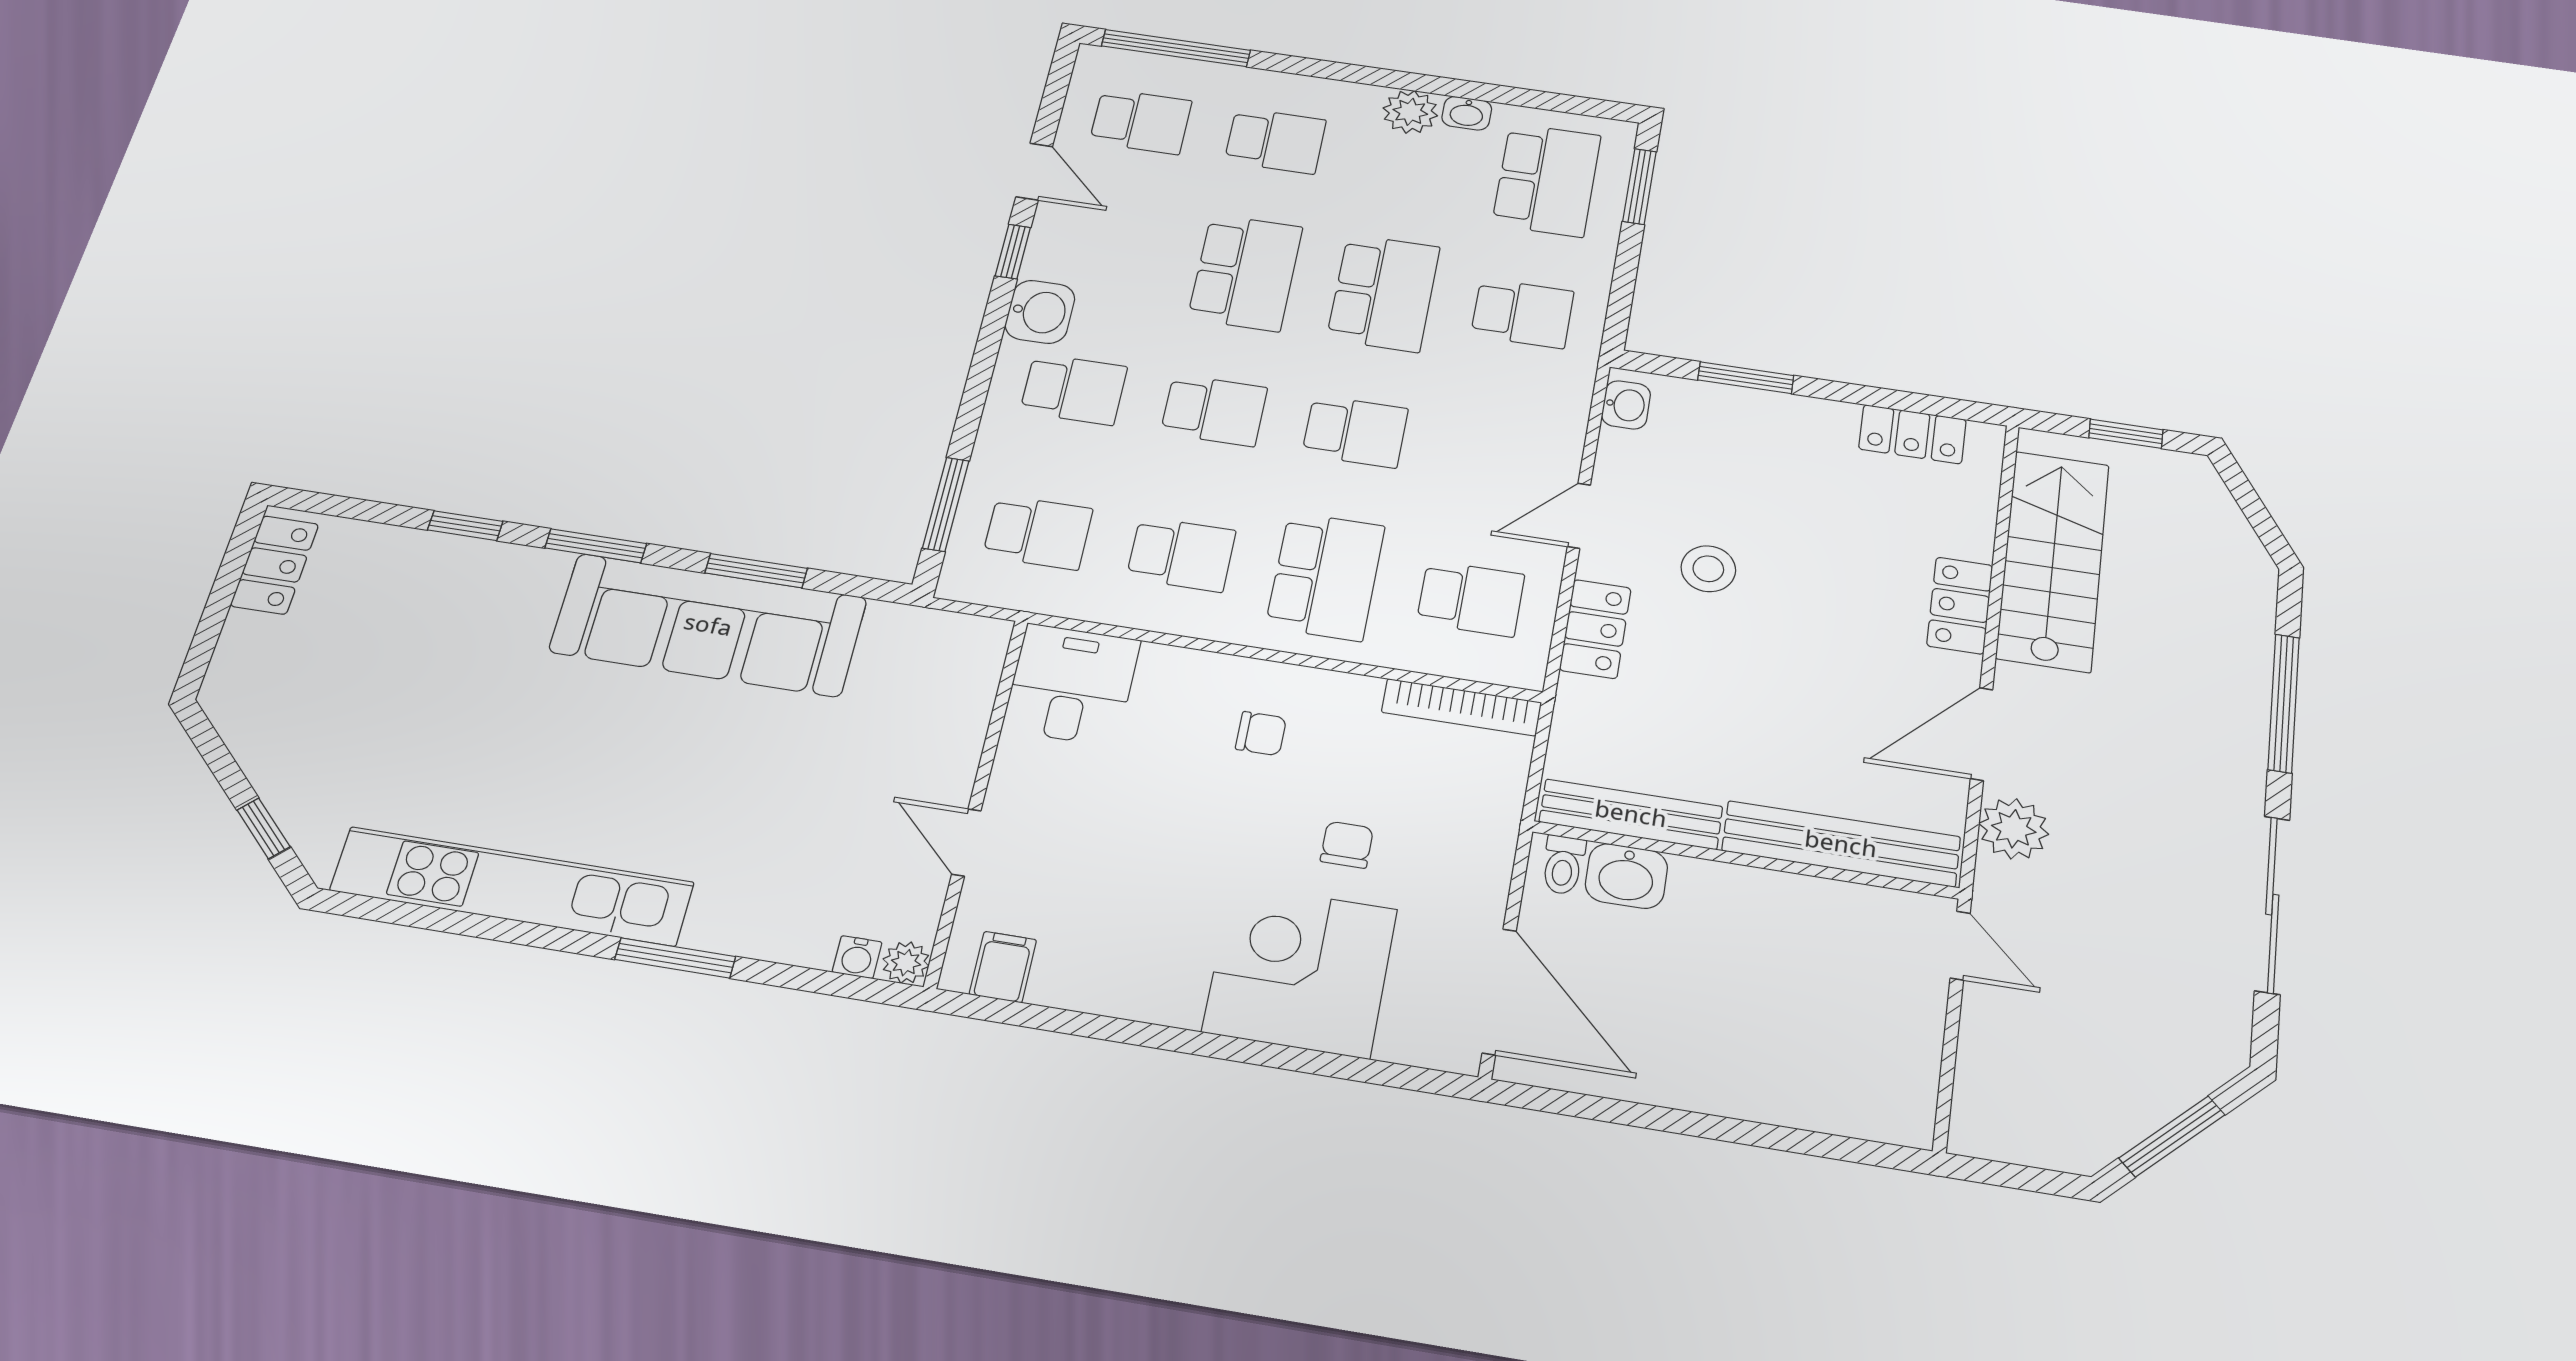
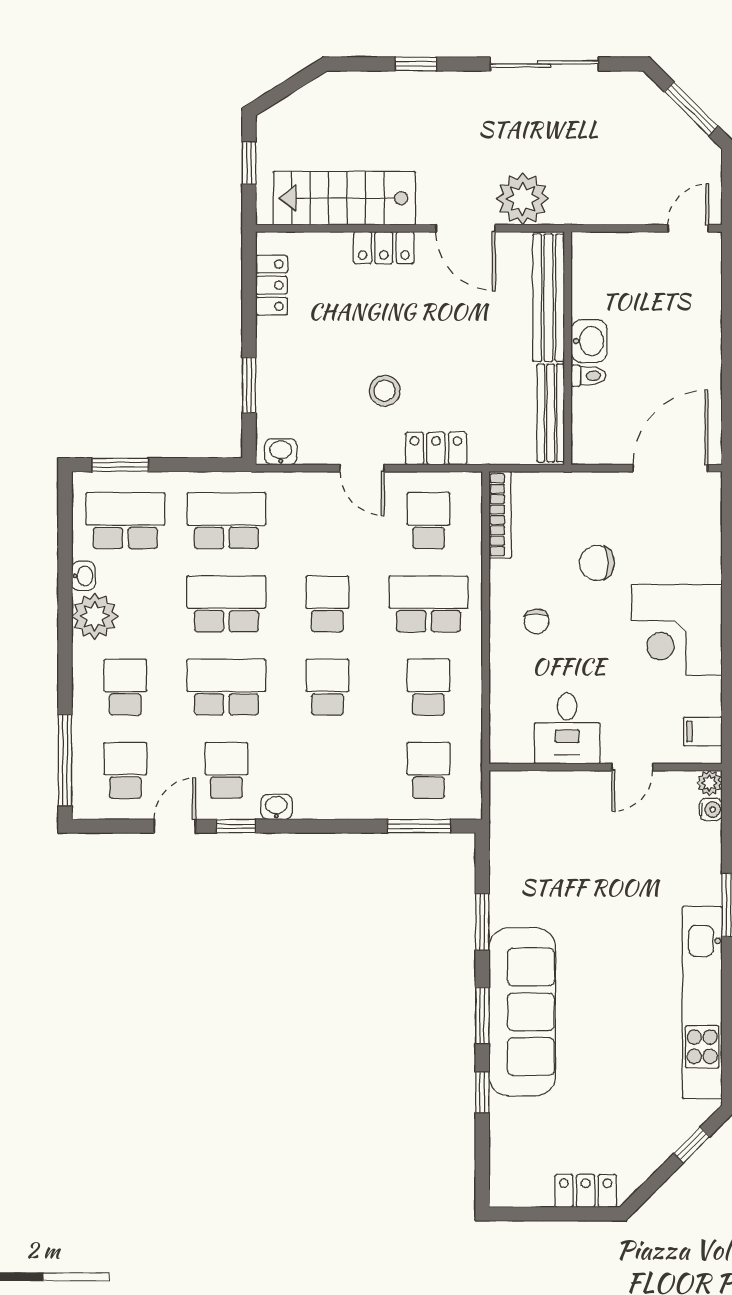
plant: (1410, 112) -> (95, 616), width x1.36, depth x1.36
washbasin: (1040, 312) -> (276, 807), width x0.72, depth x0.69
school desk: (1522, 313) -> (226, 521), width x1.85
school desk: (1074, 389) -> (226, 770), moved
locker: (275, 565) -> (586, 1191), moved
sofa: (708, 625) -> (522, 1012), moved
desk: (1071, 685) -> (567, 728), moved, turned -90
window: (2284, 703) -> (416, 64), width x0.46
chair: (1261, 734) -> (536, 621), turned 180
plant: (2014, 829) -> (522, 199), width x1.36, depth x1.36
chair: (1347, 845) -> (597, 563), width x1.37, depth x1.37
toilet: (1563, 865) -> (588, 376), moved
washbasin: (1626, 876) -> (589, 341), moved
door: (1960, 946) -> (688, 228), moved
corner desk: (1300, 970) -> (677, 630), moved

